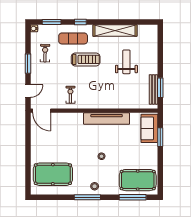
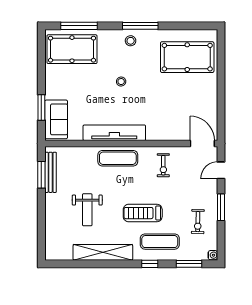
exercise mat: (104, 100) -> (118, 158), added

